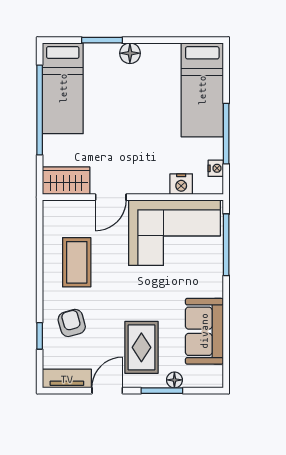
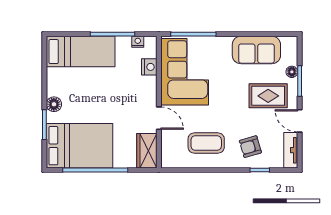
bed: (63, 88) -> (79, 146), width x1.50

